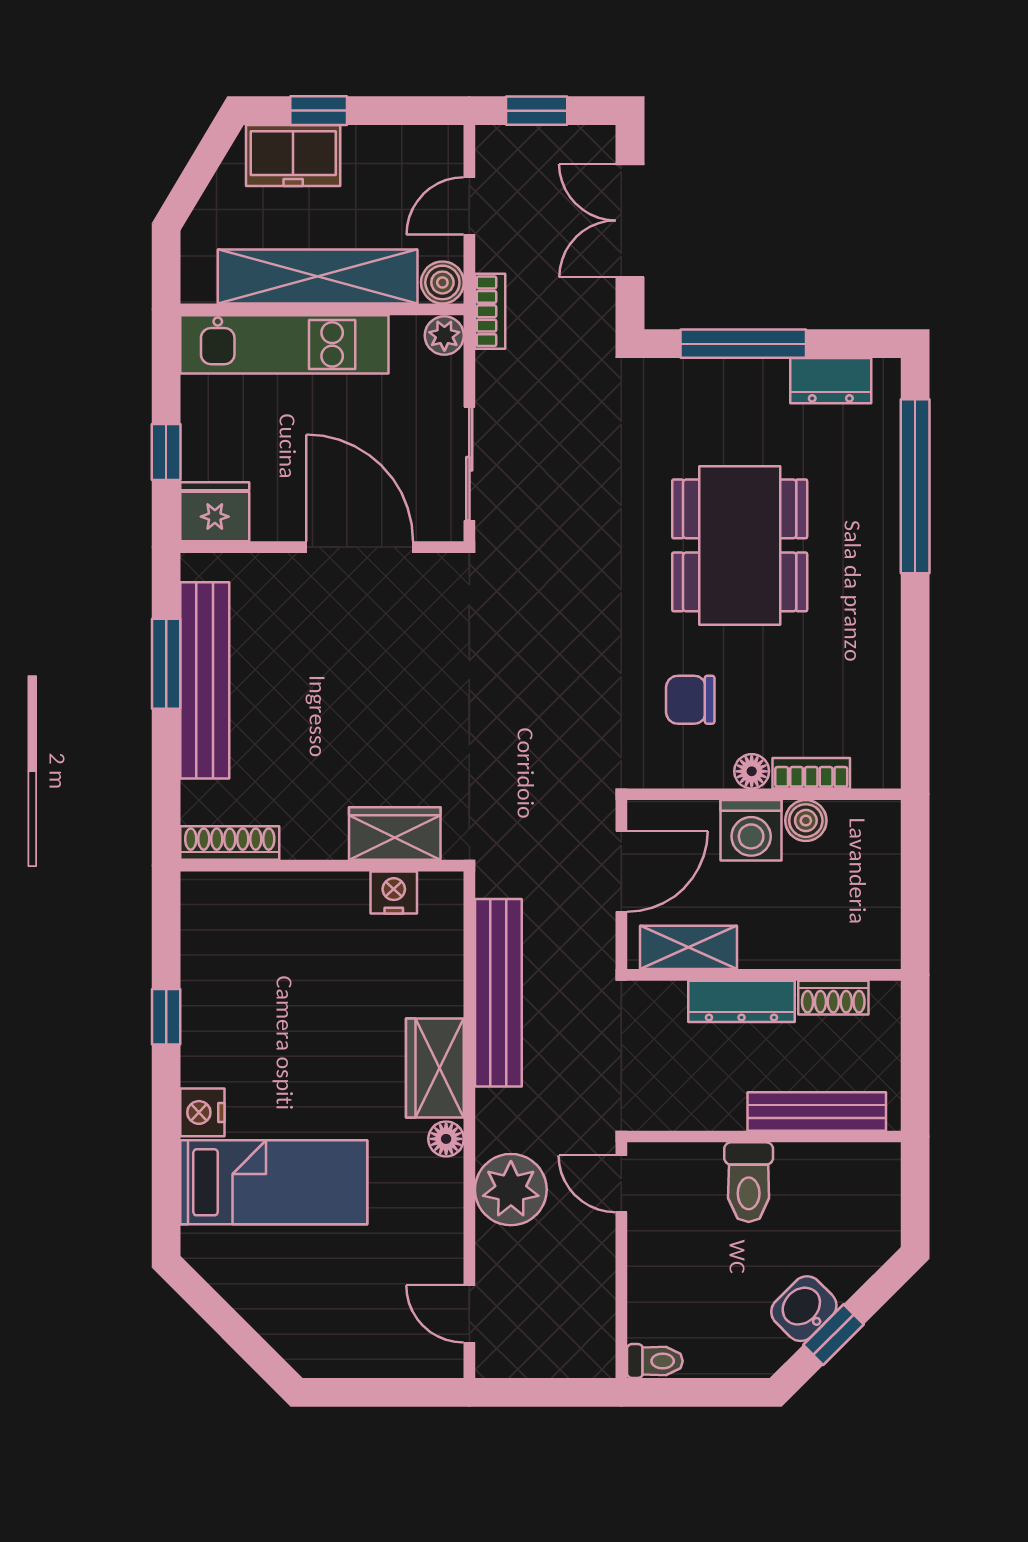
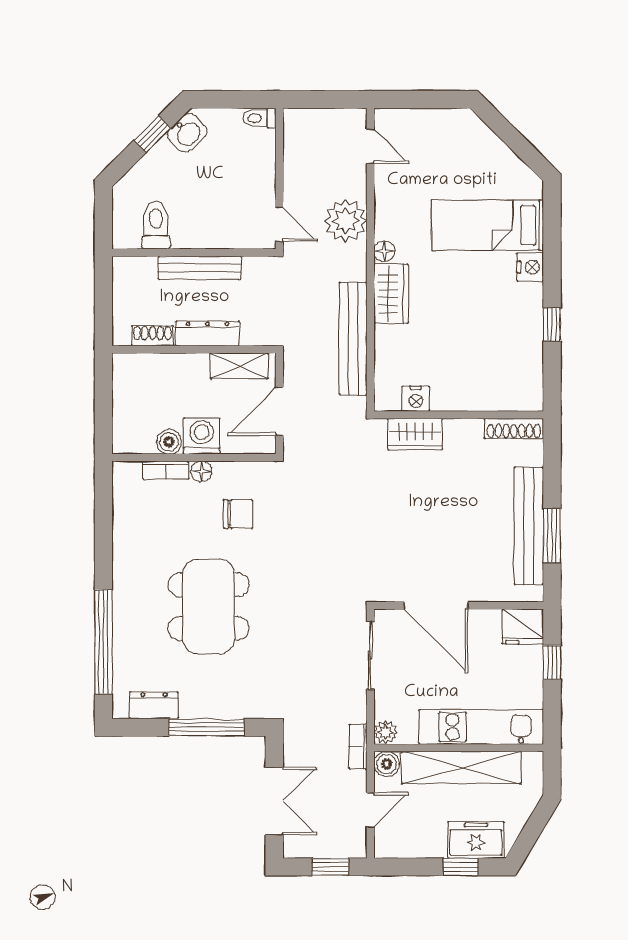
bench: (817, 1111) -> (199, 268), moved
toilet: (749, 1182) -> (156, 225), moved
washbasin: (804, 1309) -> (187, 133), moved

